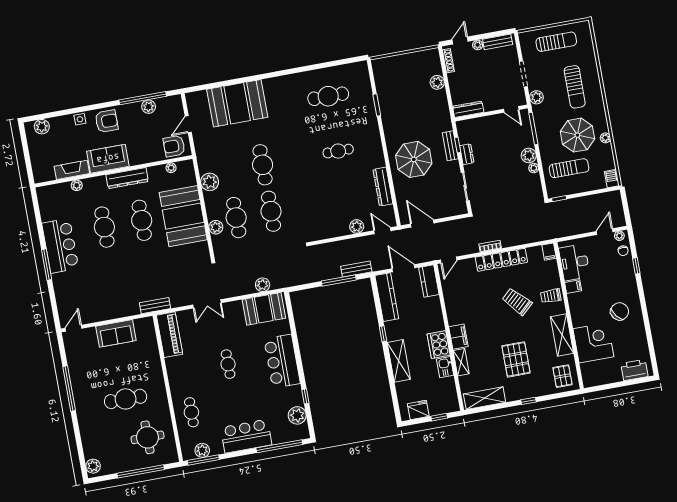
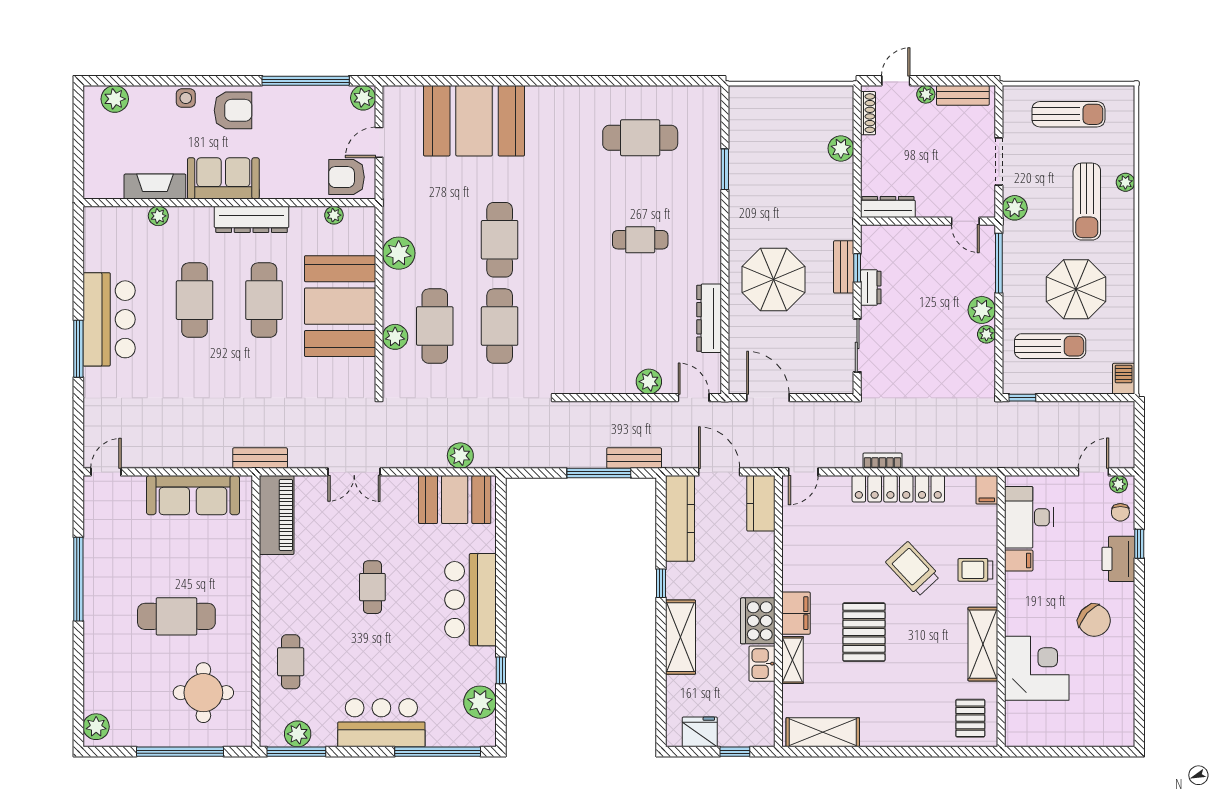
plant: (149, 107) -> (363, 98), moved
plant: (605, 138) -> (1125, 182), moved
chair: (620, 311) -> (1094, 620), turned 80
sofa: (116, 333) -> (193, 495), width x1.36
pallet: (516, 359) -> (864, 632), moved
printer: (634, 370) -> (1118, 559), moved, turned -90
window: (529, 401) -> (901, 752), removed

